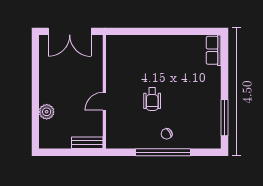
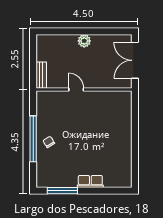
row of seats: (214, 50) -> (90, 181), moved
wheelchair: (152, 99) -> (78, 130), removed
plant: (47, 112) -> (84, 41), moved

